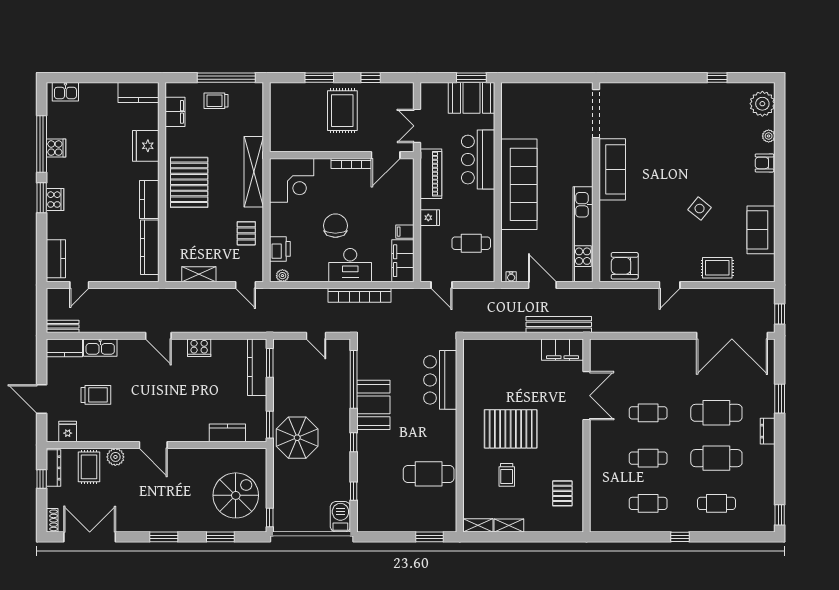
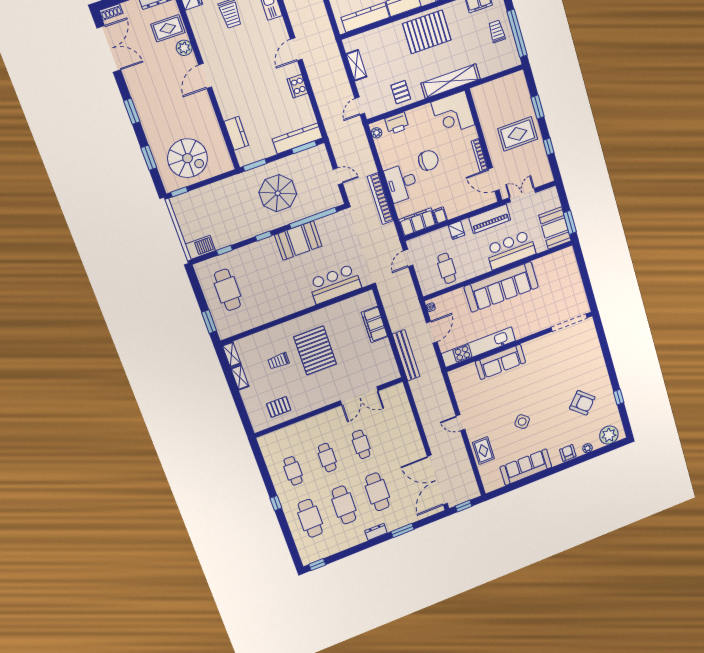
sofa: (612, 169) -> (500, 362), moved
sofa: (761, 230) -> (526, 467), width x1.36
pallet: (246, 233) -> (401, 92), turned 90
armchair: (625, 266) -> (582, 403), moved, turned 132
door: (316, 336) -> (338, 176), swing flipped
filing cabinet: (562, 350) -> (375, 324), moved
parasol: (297, 438) -> (278, 193), moved
cafe table: (429, 474) -> (227, 290), moved
cafe table: (716, 503) -> (310, 518), width x1.37, depth x1.35

